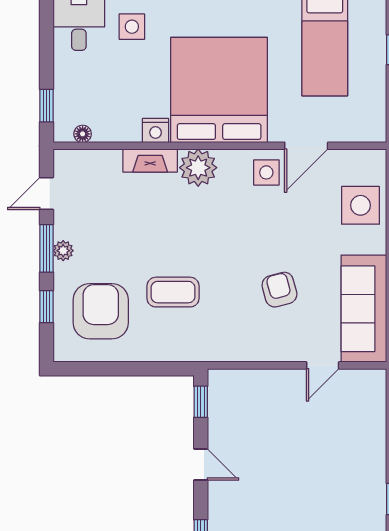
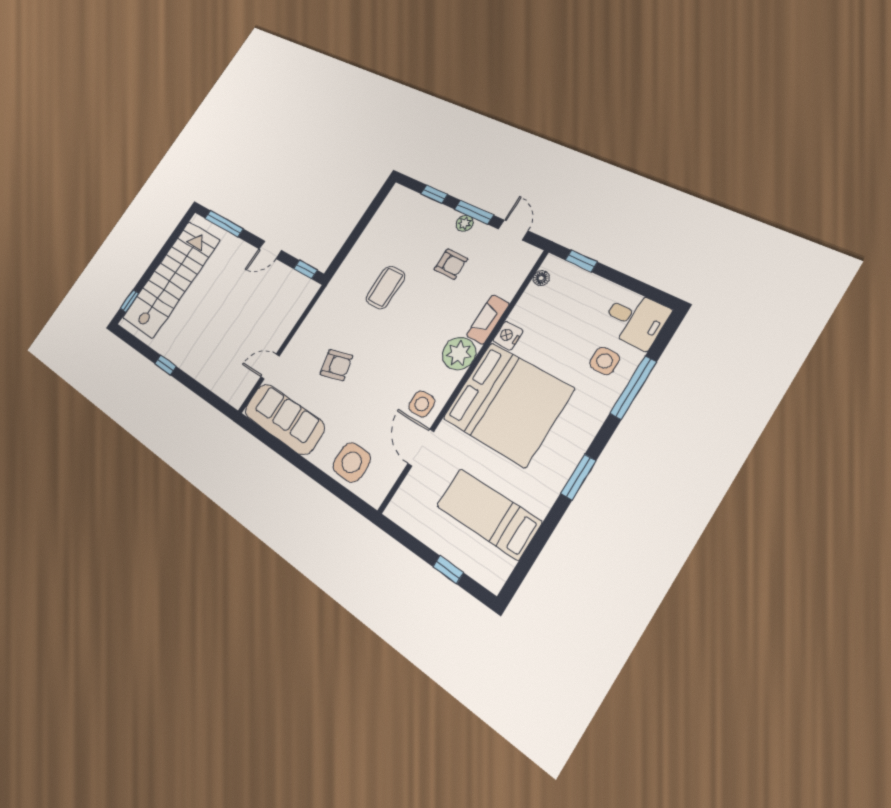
armchair: (101, 311) -> (451, 264), moved, width x0.53, depth x0.53
door: (323, 365) -> (270, 366), hinge flipped

